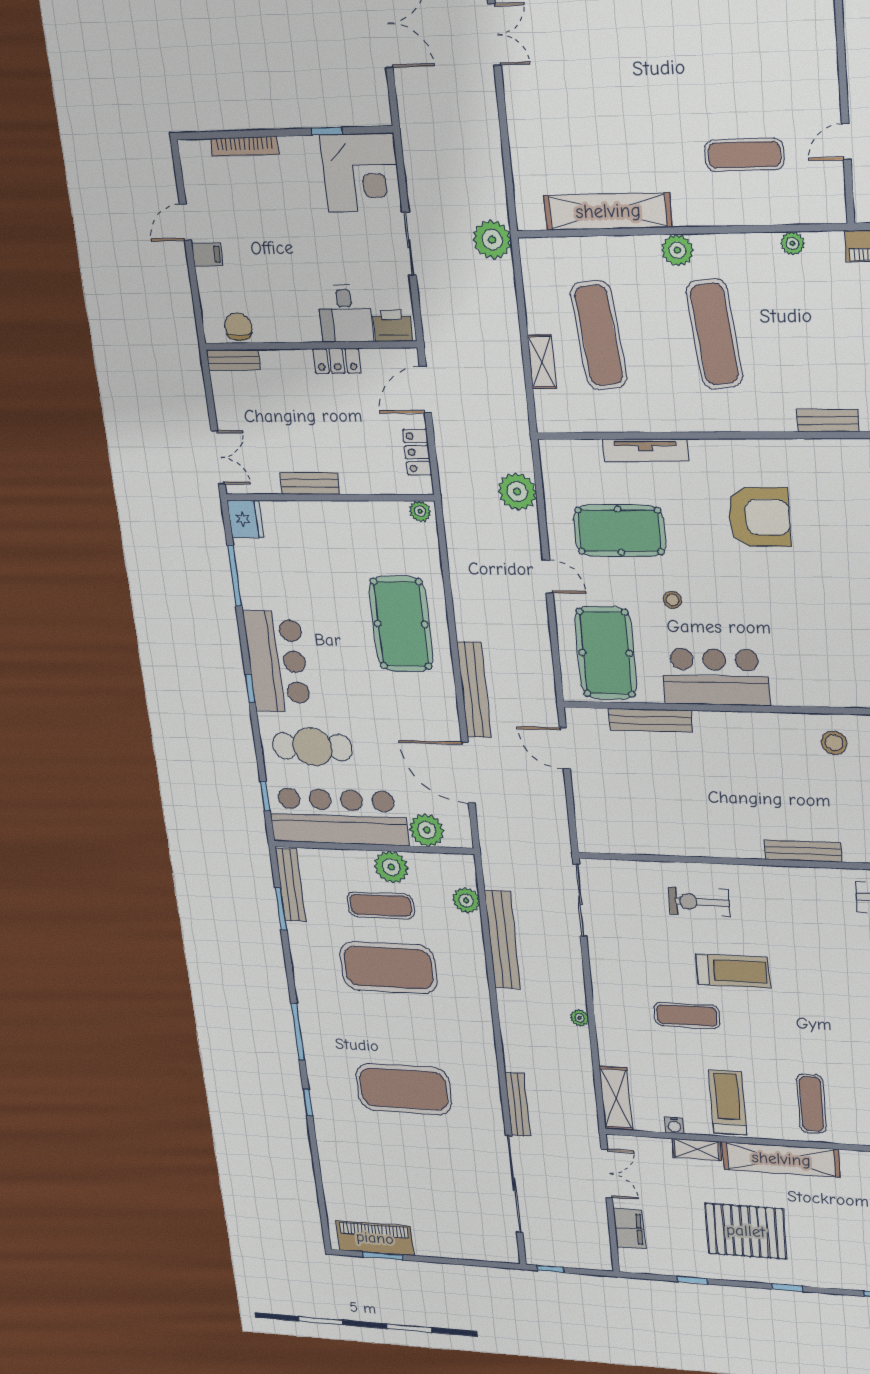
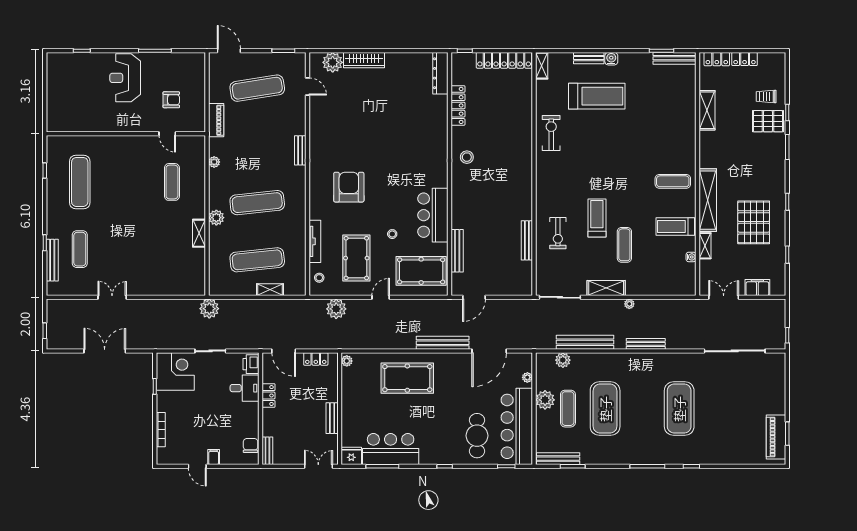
shelving: (608, 211) -> (199, 233), width x0.45, depth x0.75
chair: (238, 327) -> (251, 446), turned 90
stool: (574, 459) -> (319, 278), added
bar counter: (277, 661) -> (391, 449), moved
plant: (427, 830) -> (527, 377), width x0.53, depth x0.53
bench: (803, 851) -> (527, 240), moved
shelving: (616, 1098) -> (606, 288), moved
bench: (518, 1104) -> (646, 344), moved

